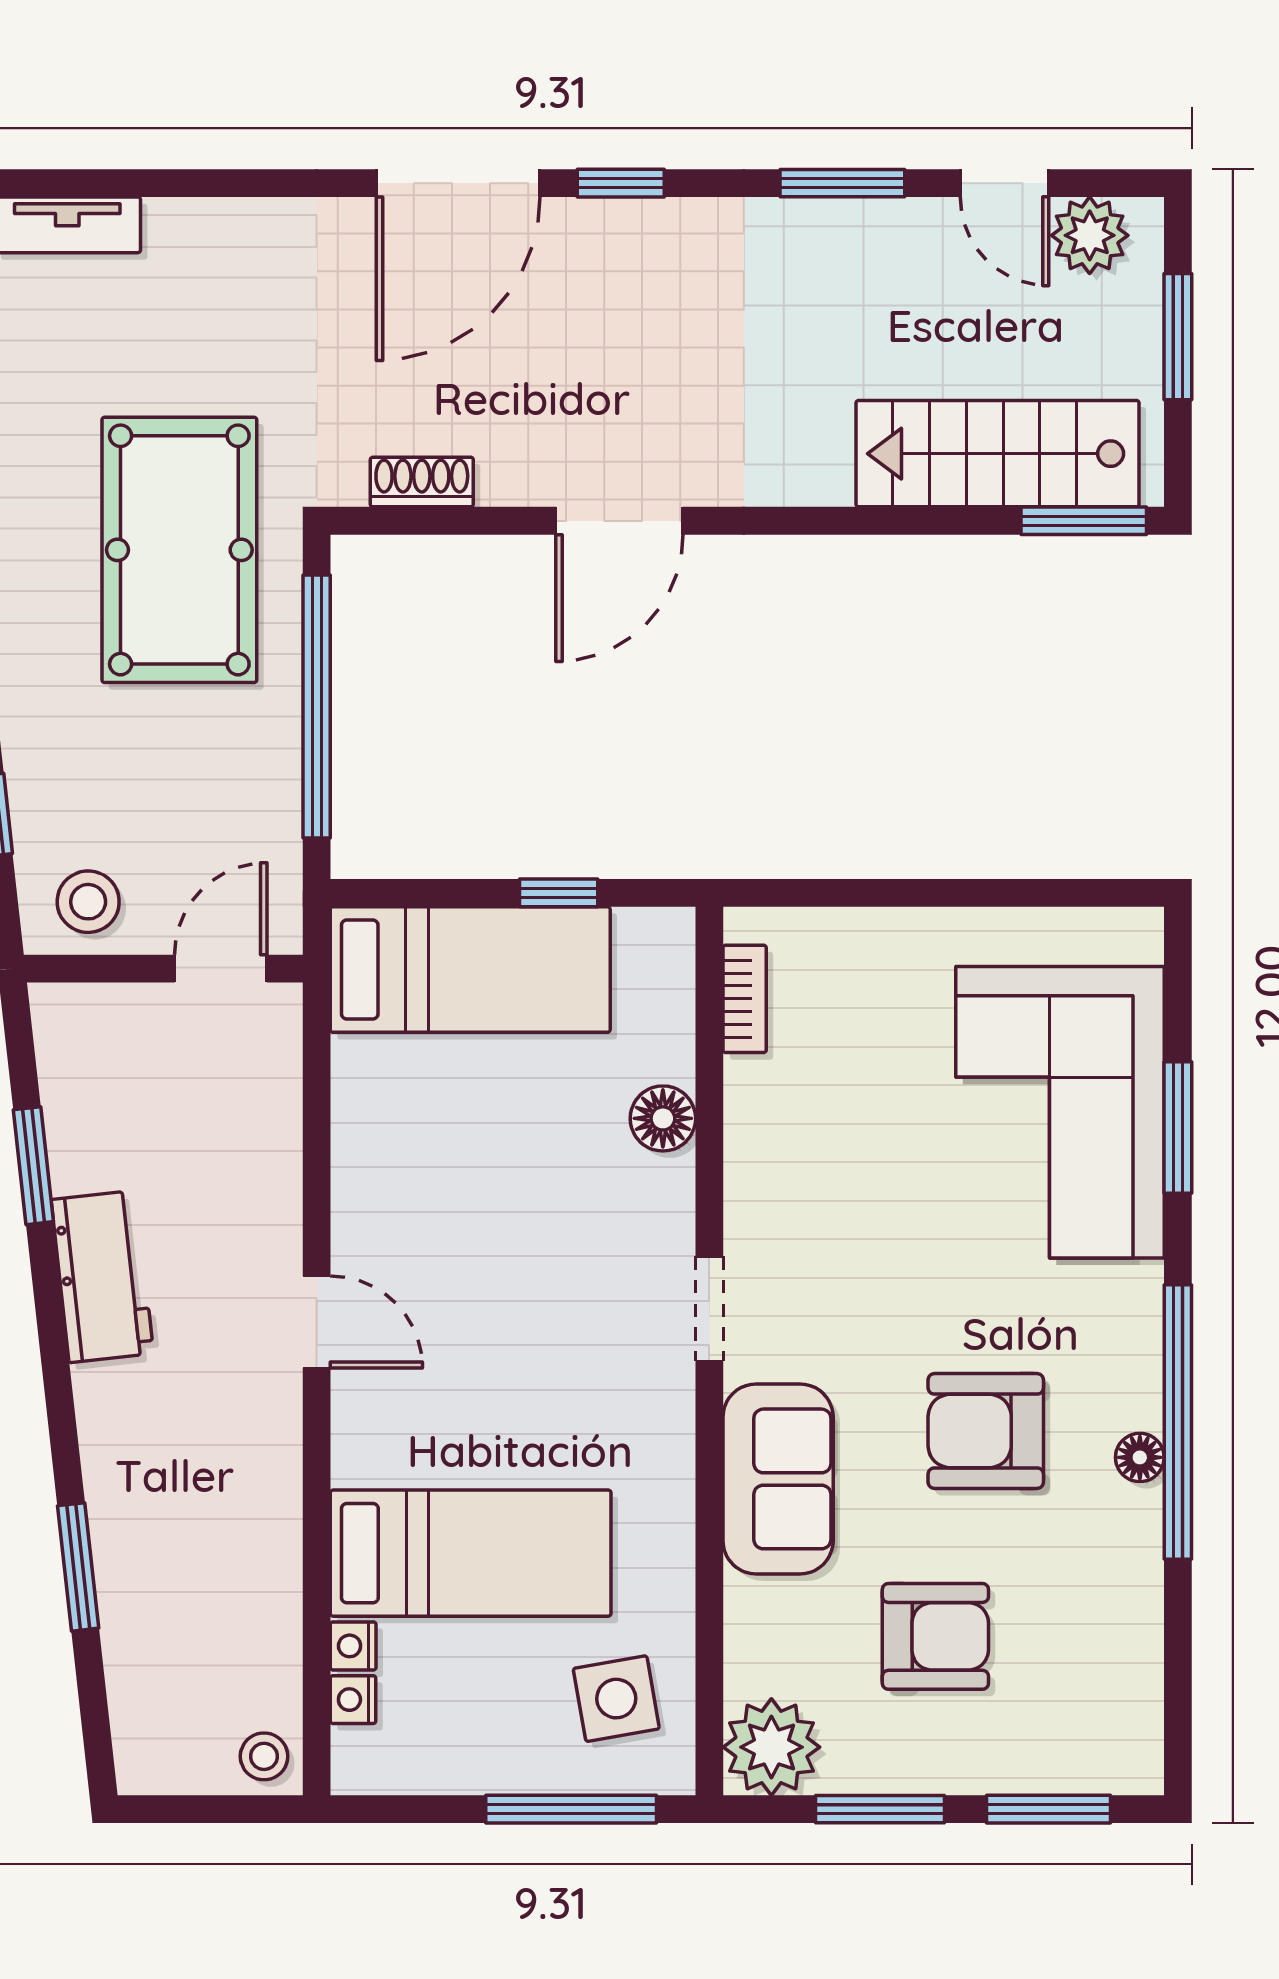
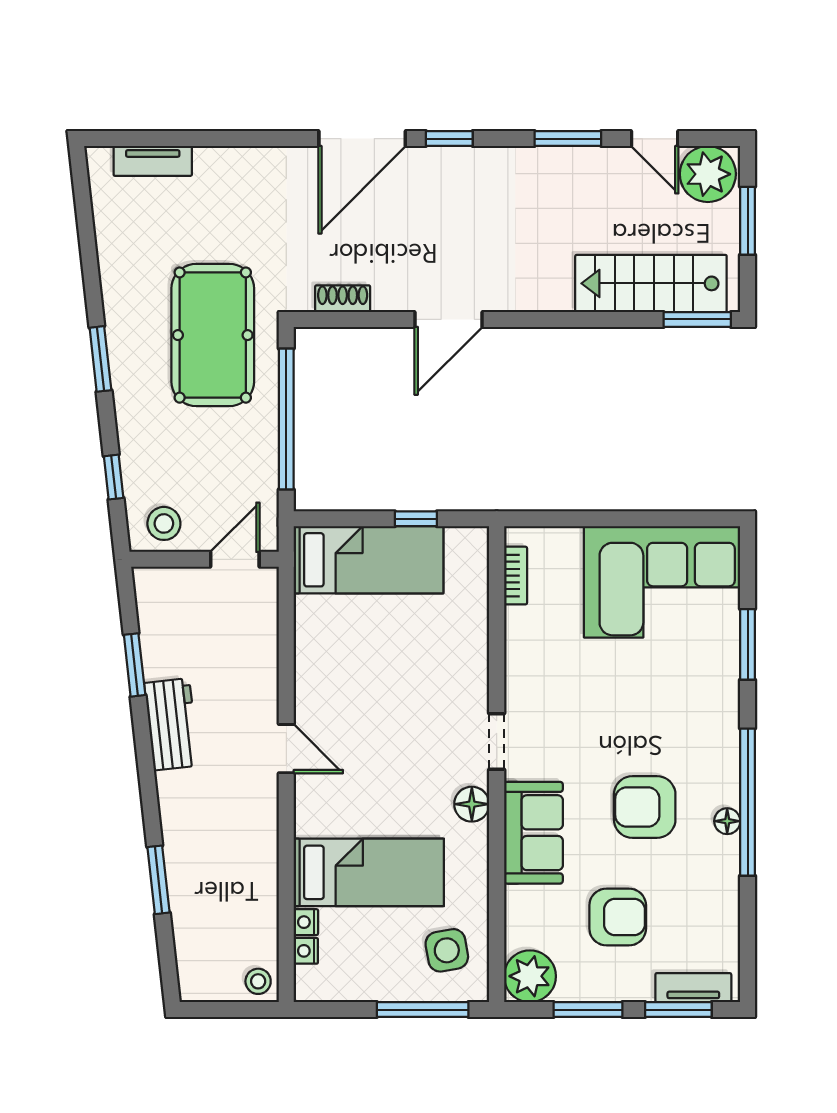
plant: (1090, 235) -> (708, 174), width x1.36, depth x1.36
corner sofa: (1060, 1112) -> (662, 582), moved, turned -90
floor lamp: (663, 1118) -> (472, 804), moved
tv unit: (1077, 1768) -> (693, 988), added

